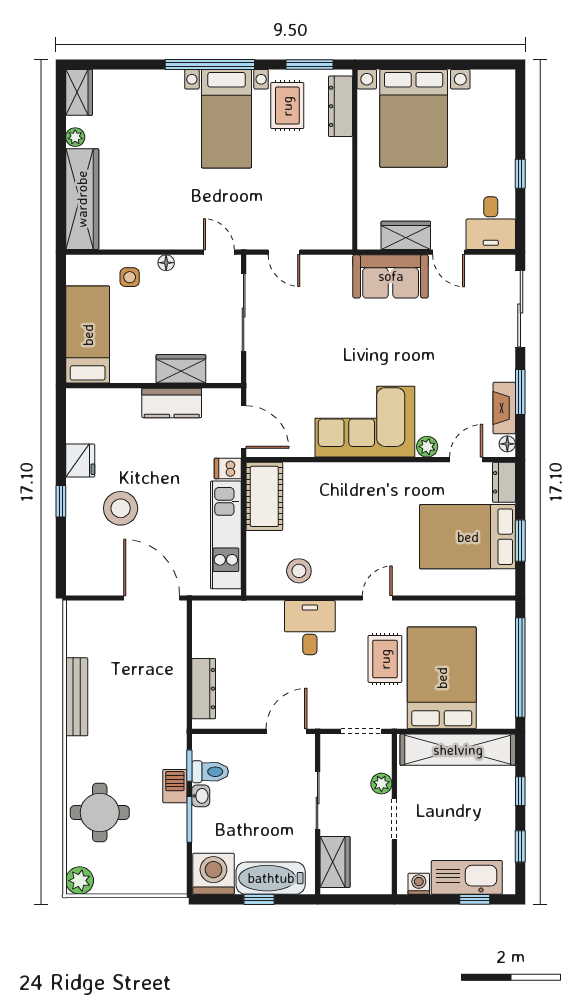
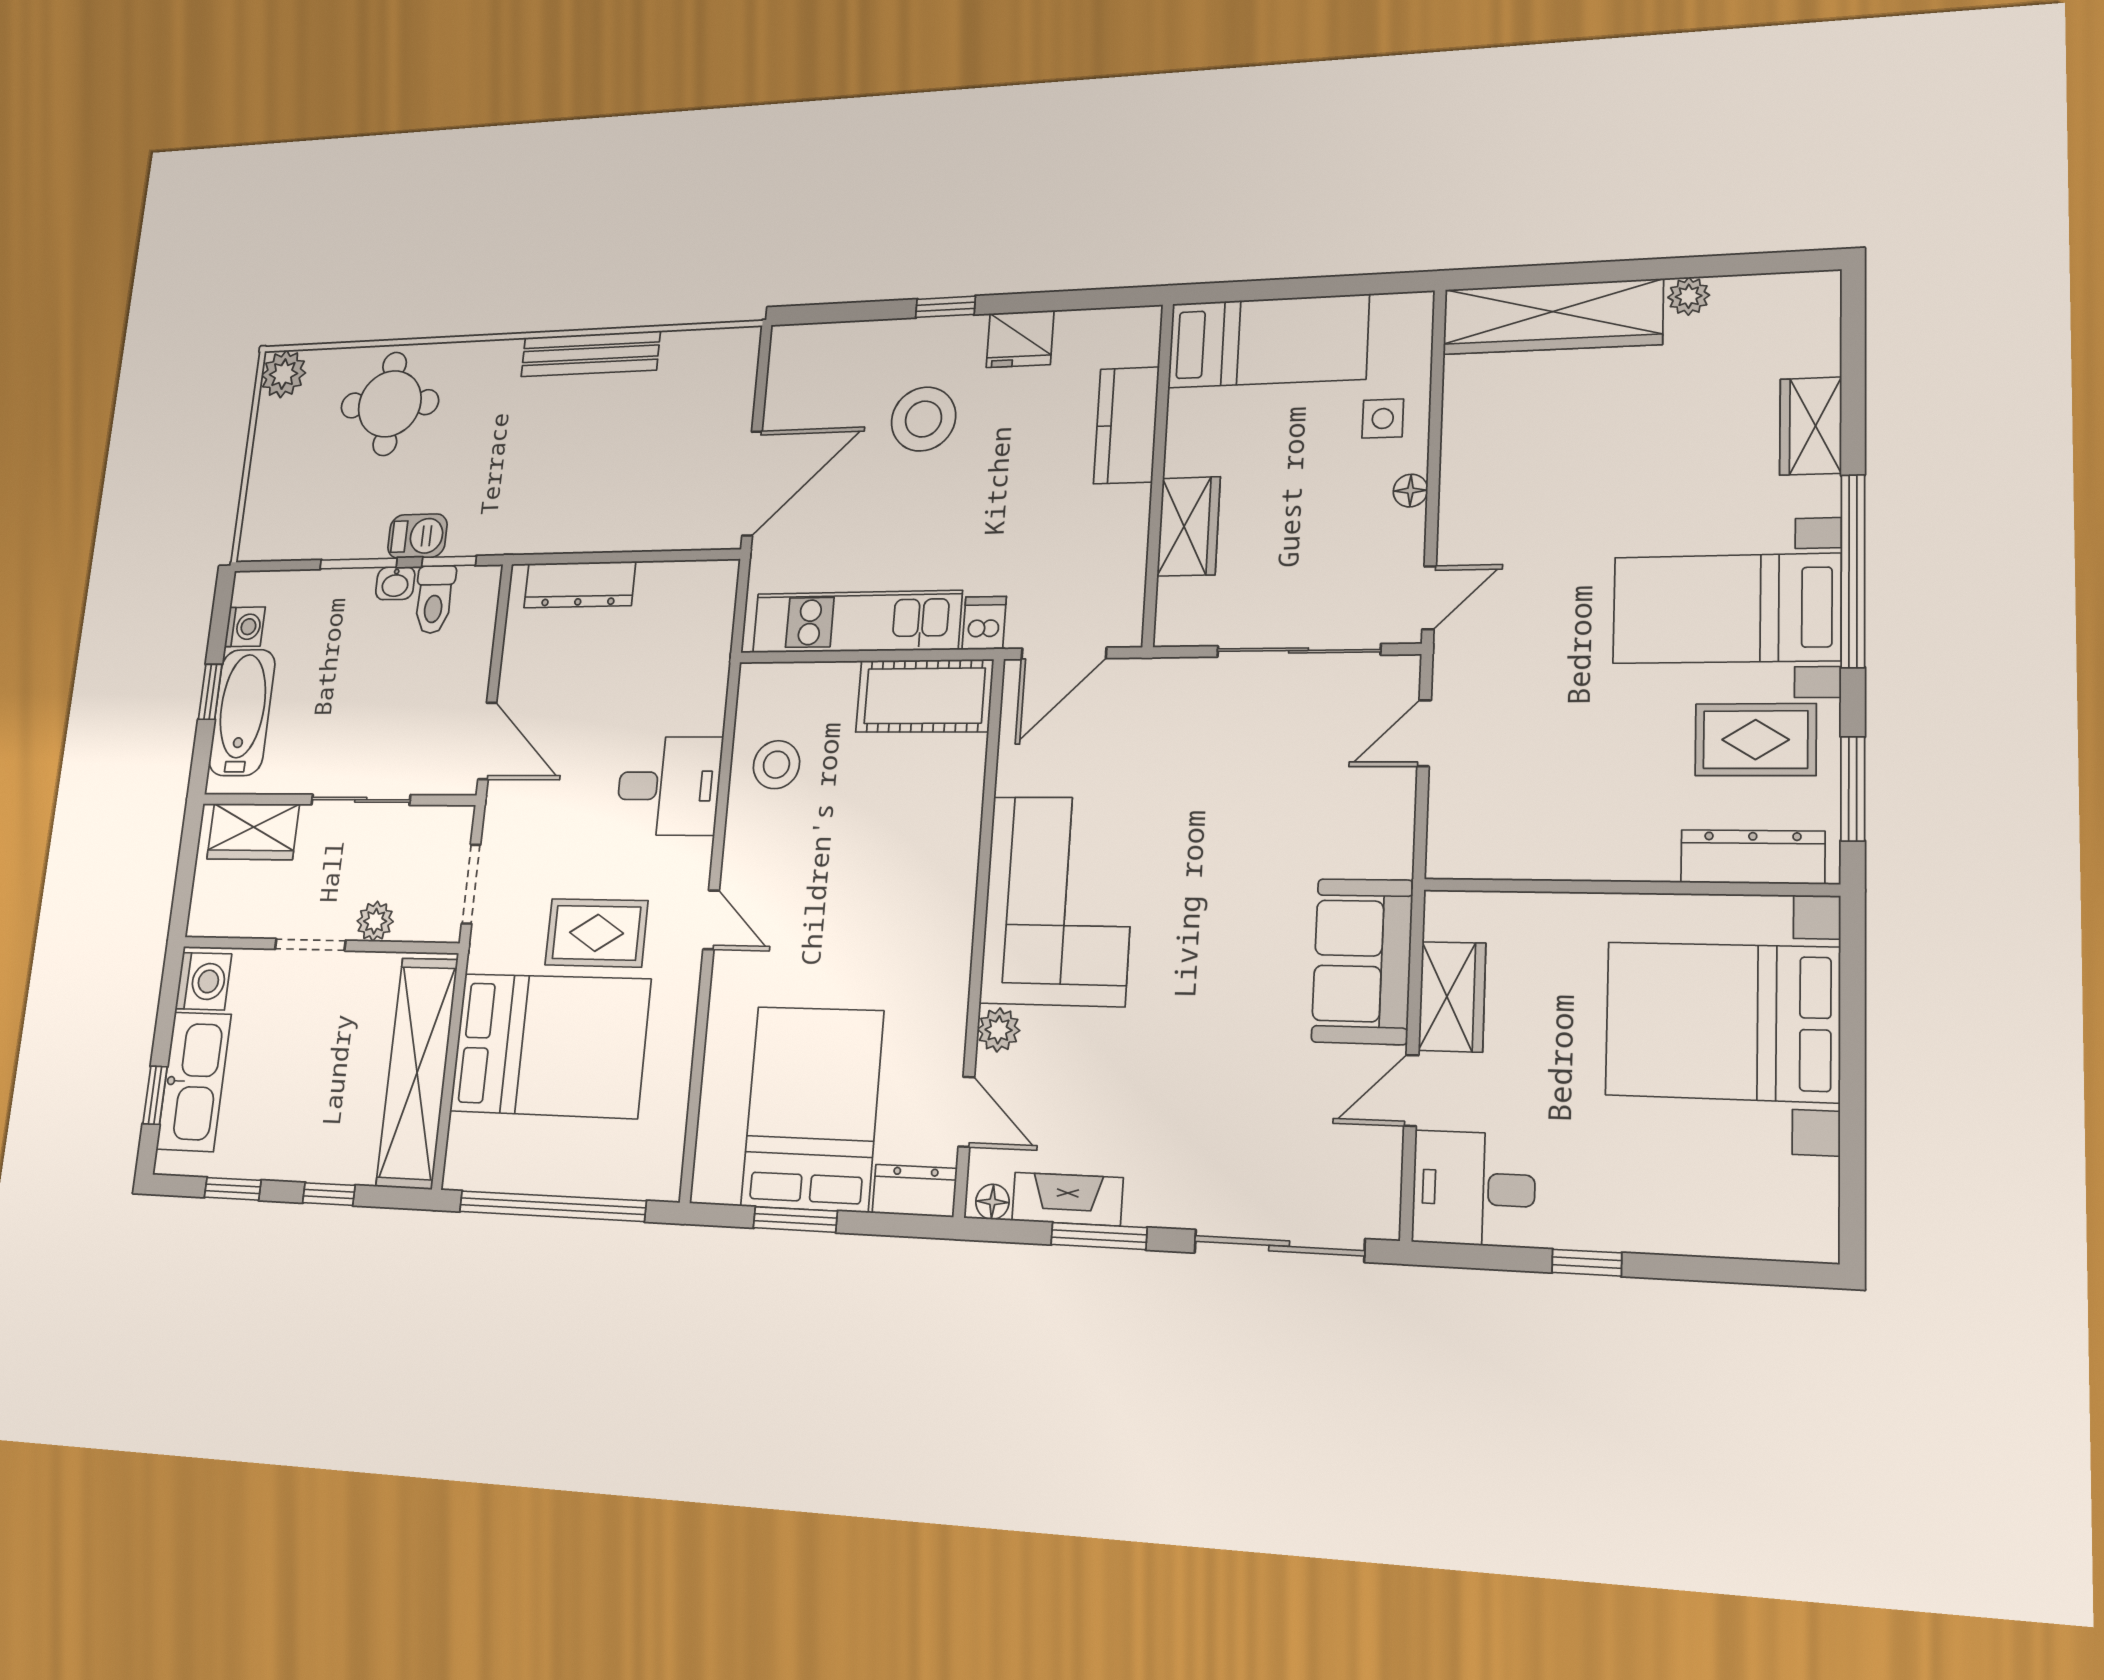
wardrobe: (79, 92) -> (1811, 426), moved, turned 90
kitchen counter: (172, 403) -> (1126, 425), moved
washing machine: (213, 874) -> (245, 627), width x0.53, depth x0.53
washing machine: (419, 884) -> (203, 981), width x1.38, depth x1.38

